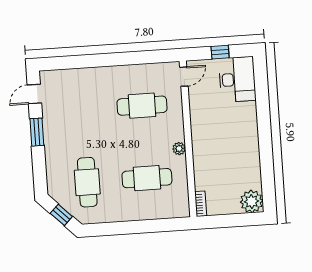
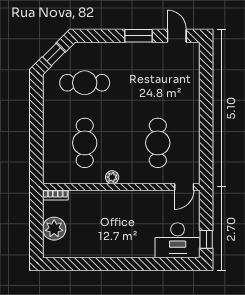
window: (220, 52) -> (206, 239), moved
door: (184, 77) -> (184, 187), hinge flipped
plant: (252, 201) -> (54, 229), moved

